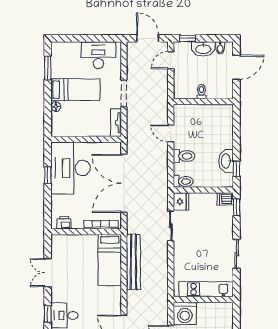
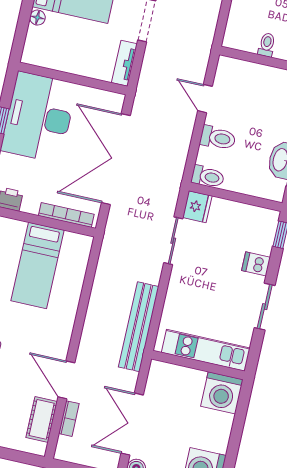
dishwasher: (225, 199) -> (256, 264), moved
bed: (110, 260) -> (37, 265), moved
bench: (133, 262) -> (139, 327), moved
washing machine: (185, 313) -> (222, 393), moved

